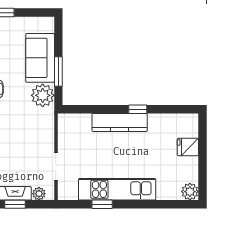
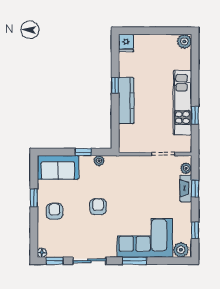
sofa: (40, 58) -> (58, 167), moved
window: (58, 71) -> (83, 152), width x0.67
plant: (43, 95) -> (99, 161), width x0.53, depth x0.53
fridge: (188, 147) -> (126, 43), moved

